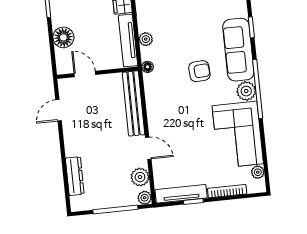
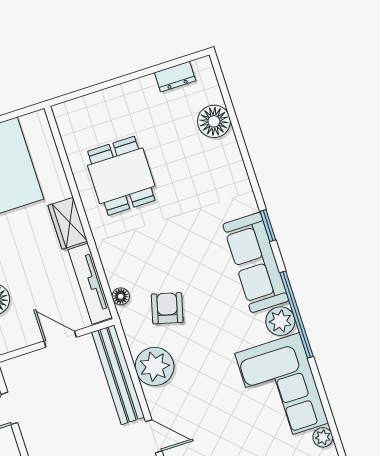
plant: (146, 39) -> (155, 366), moved, width x1.88, depth x1.88
floor lamp: (148, 67) -> (121, 296), moved
armchair: (199, 71) -> (167, 308), moved, turned -71
door: (85, 74) -> (60, 339), moved

